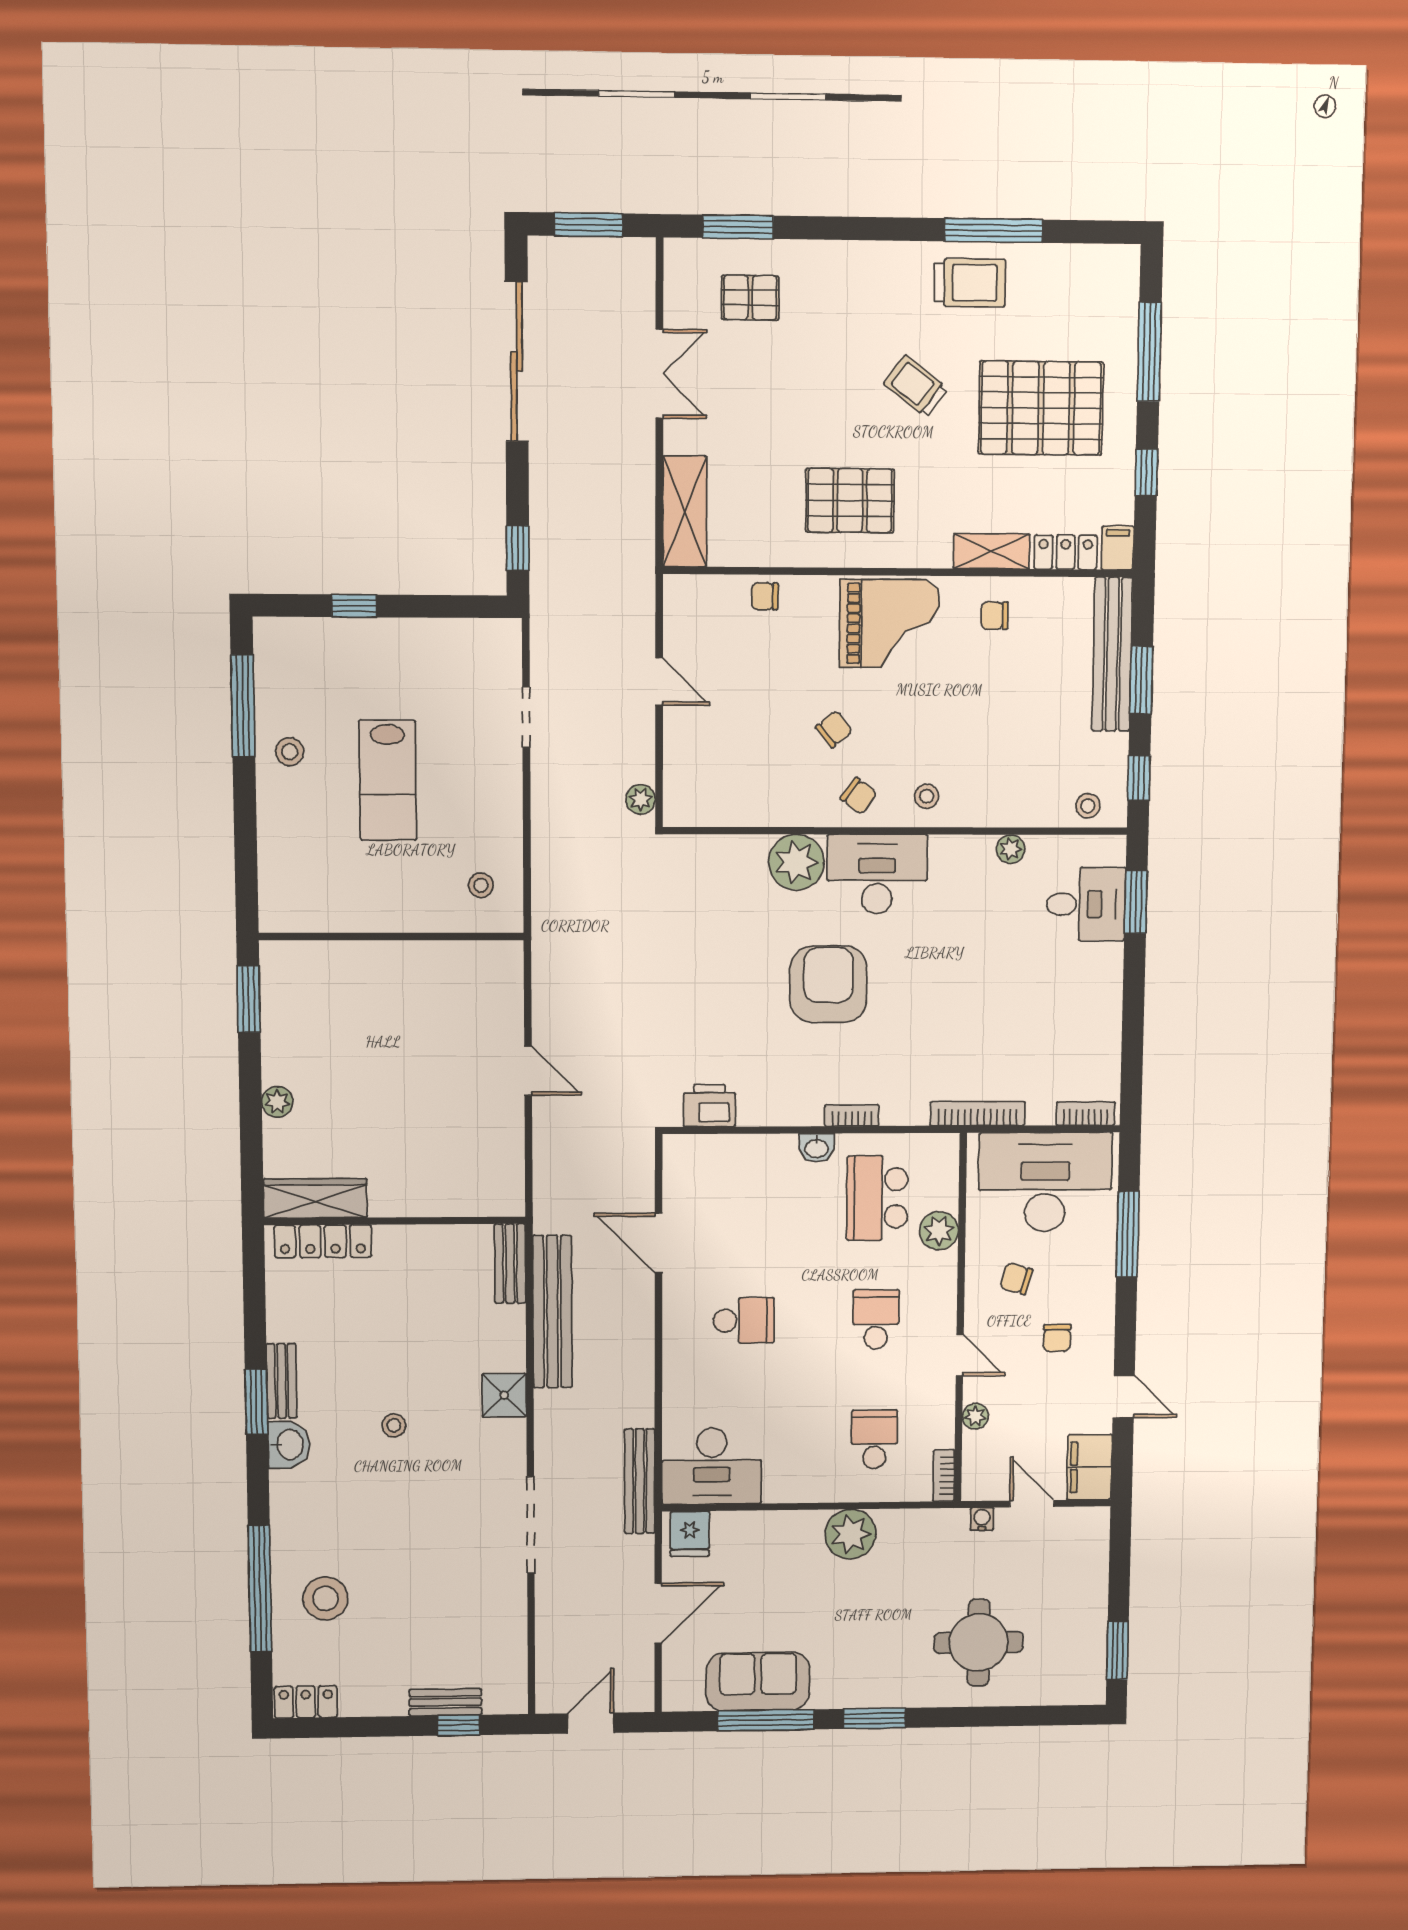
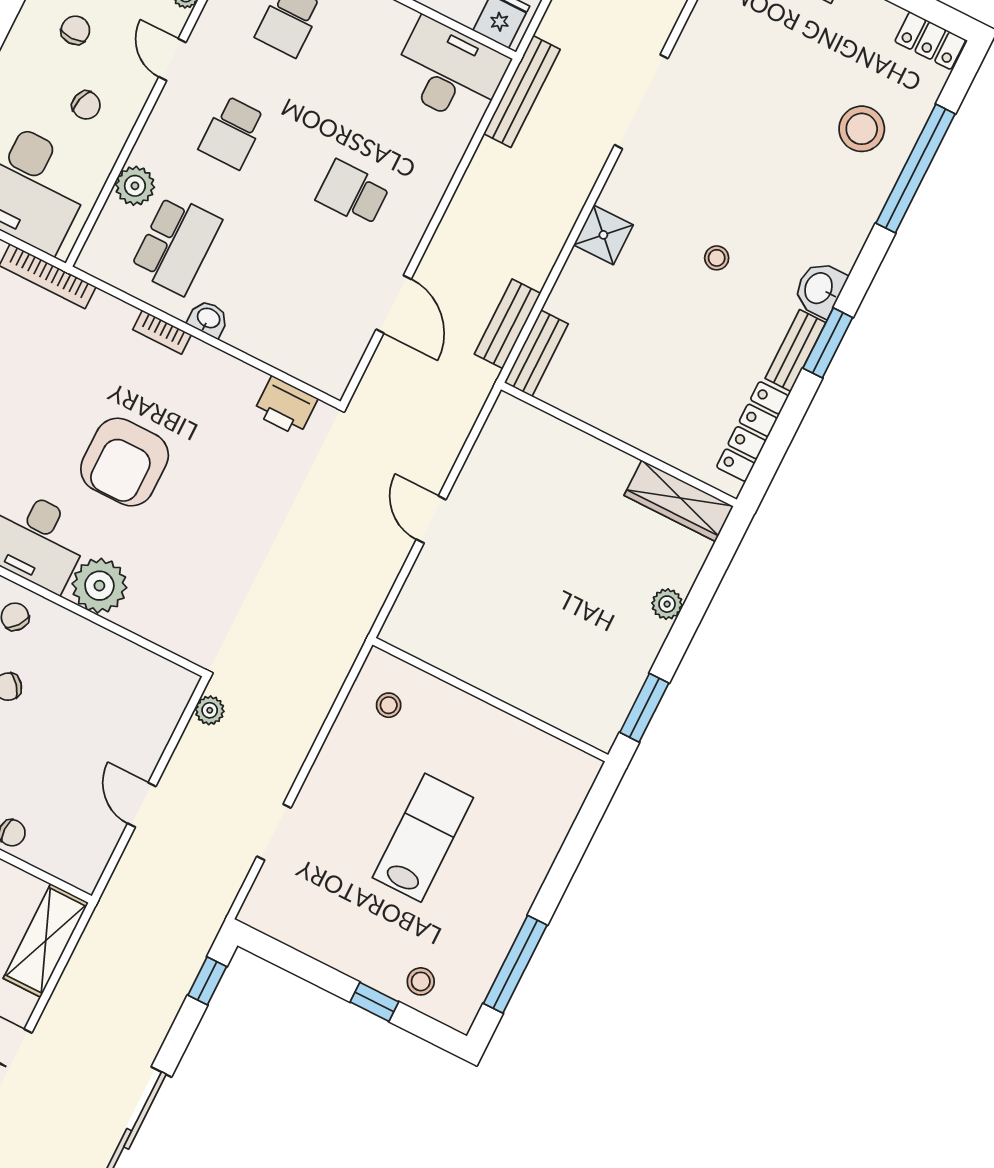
stool: (290, 752) -> (421, 981), moved
locker: (323, 1241) -> (753, 431), moved, turned -90
bench: (552, 1312) -> (508, 324), width x0.54, depth x0.82

